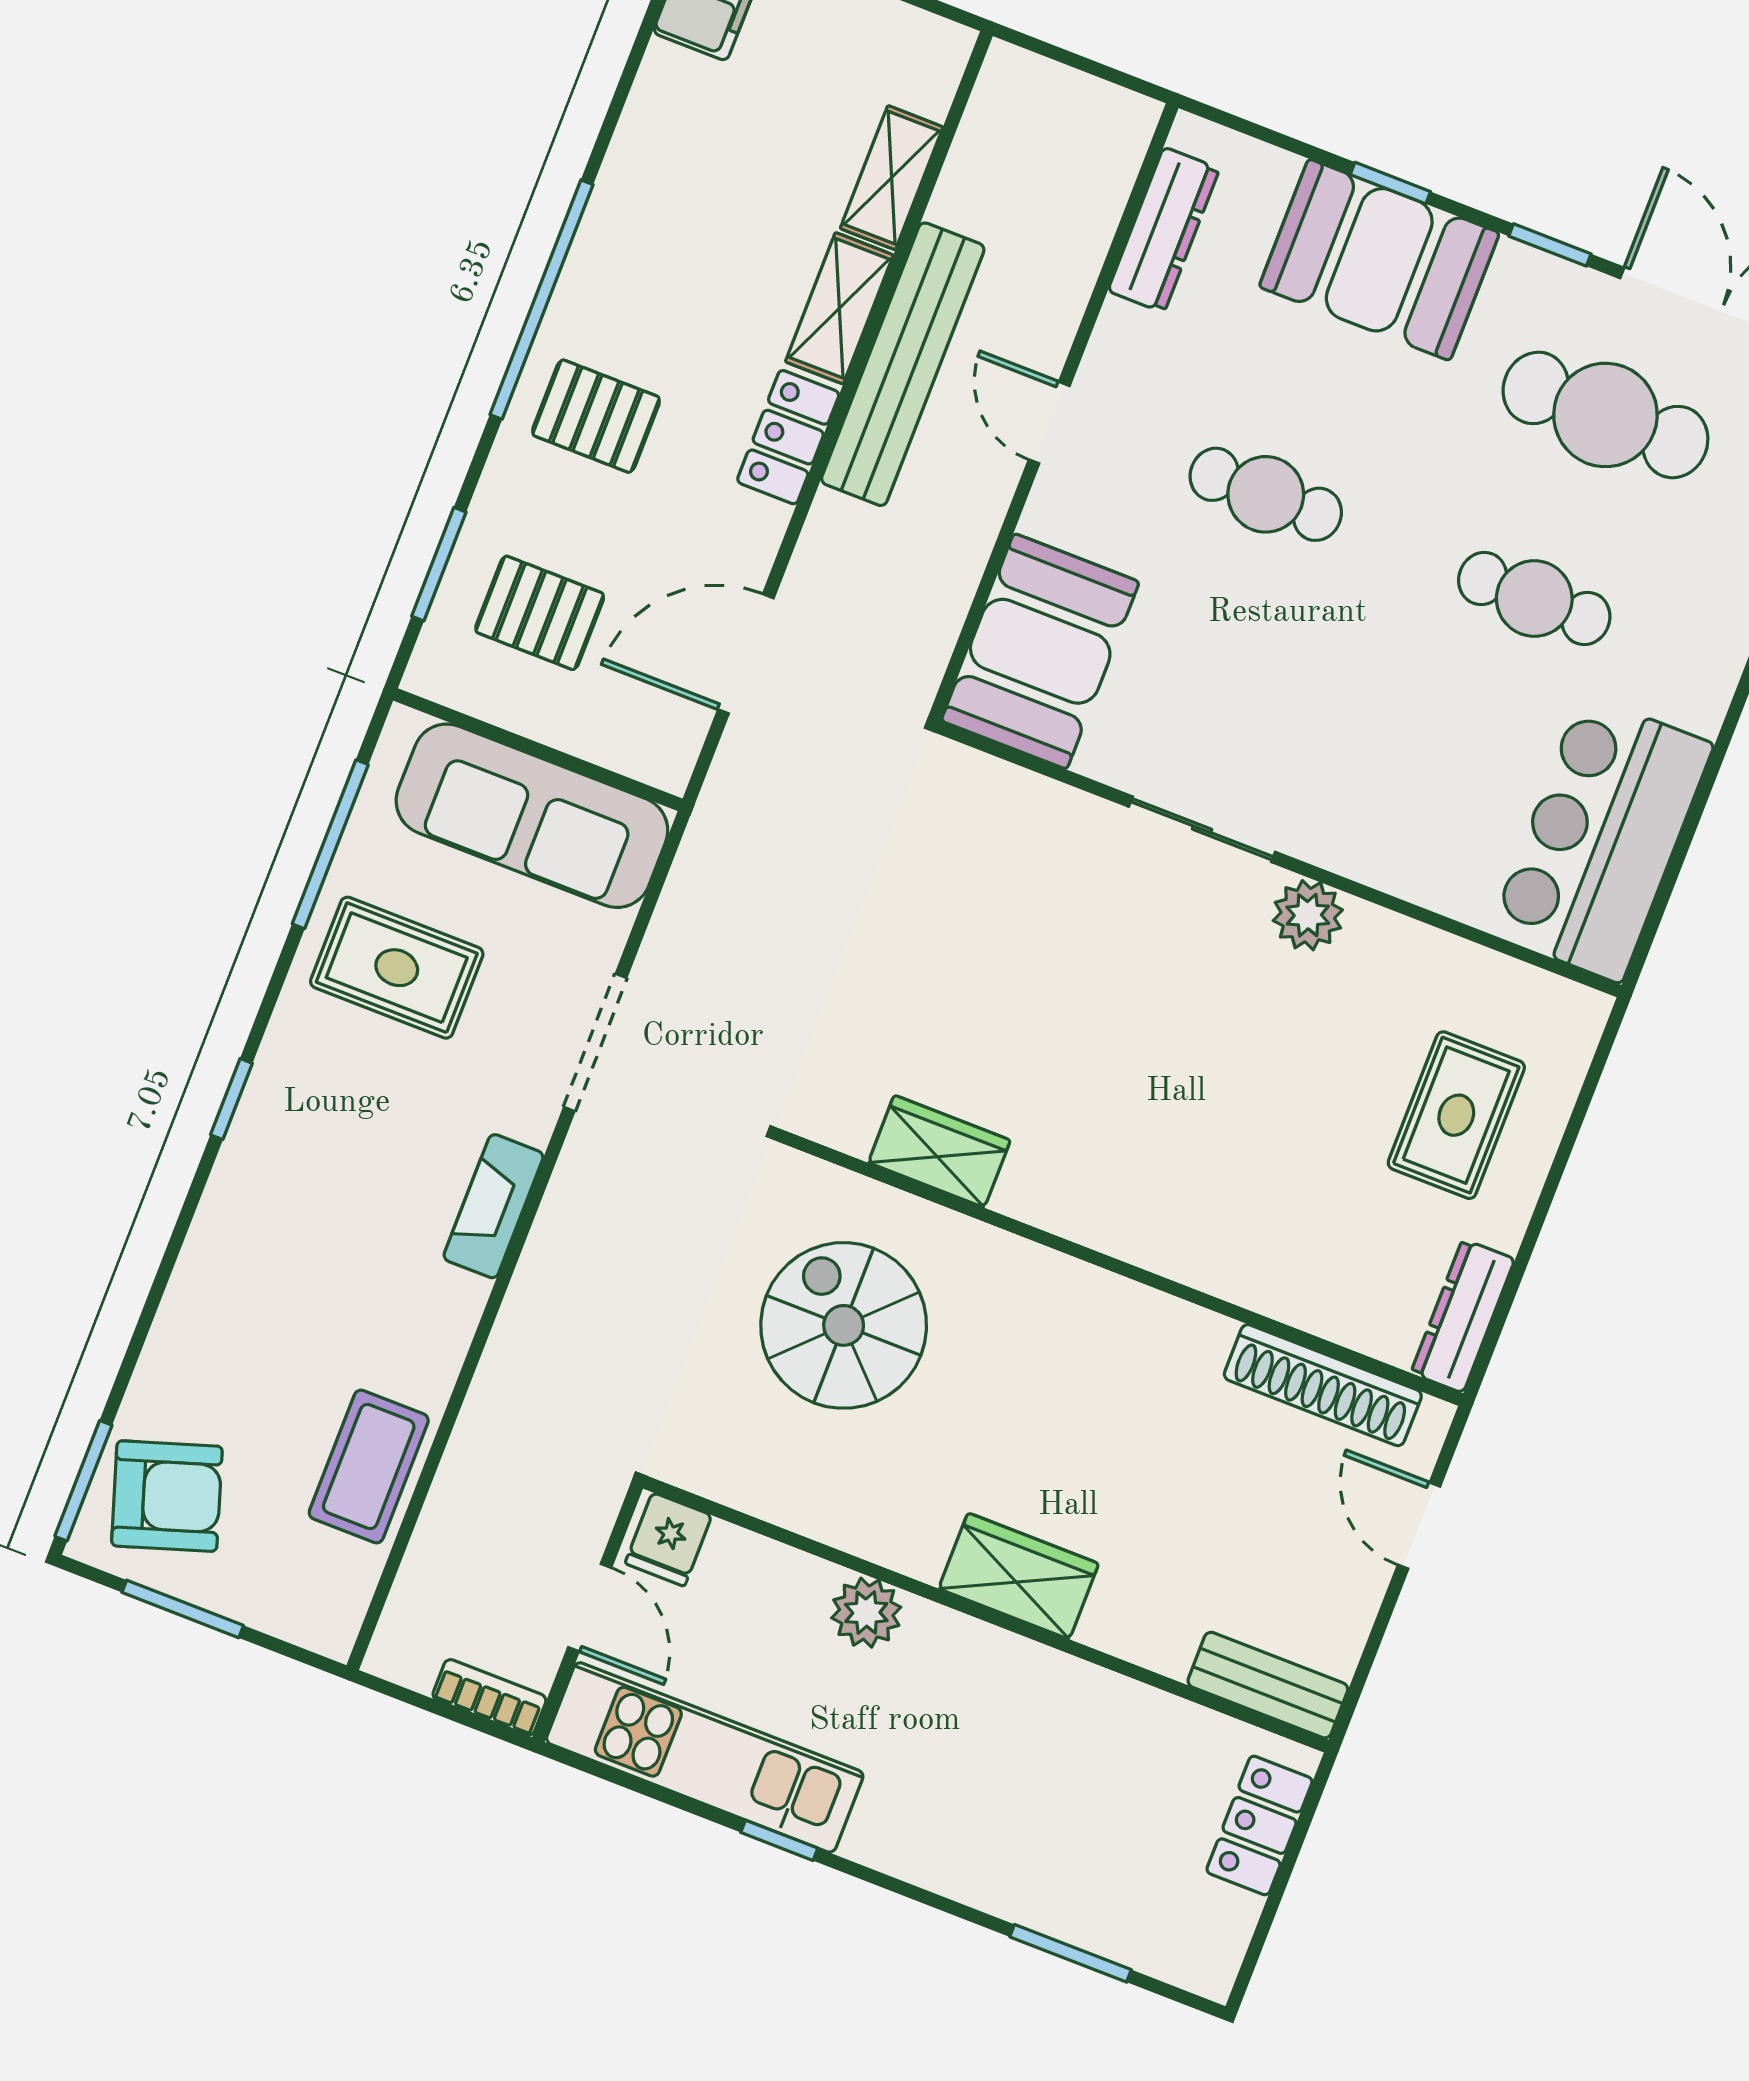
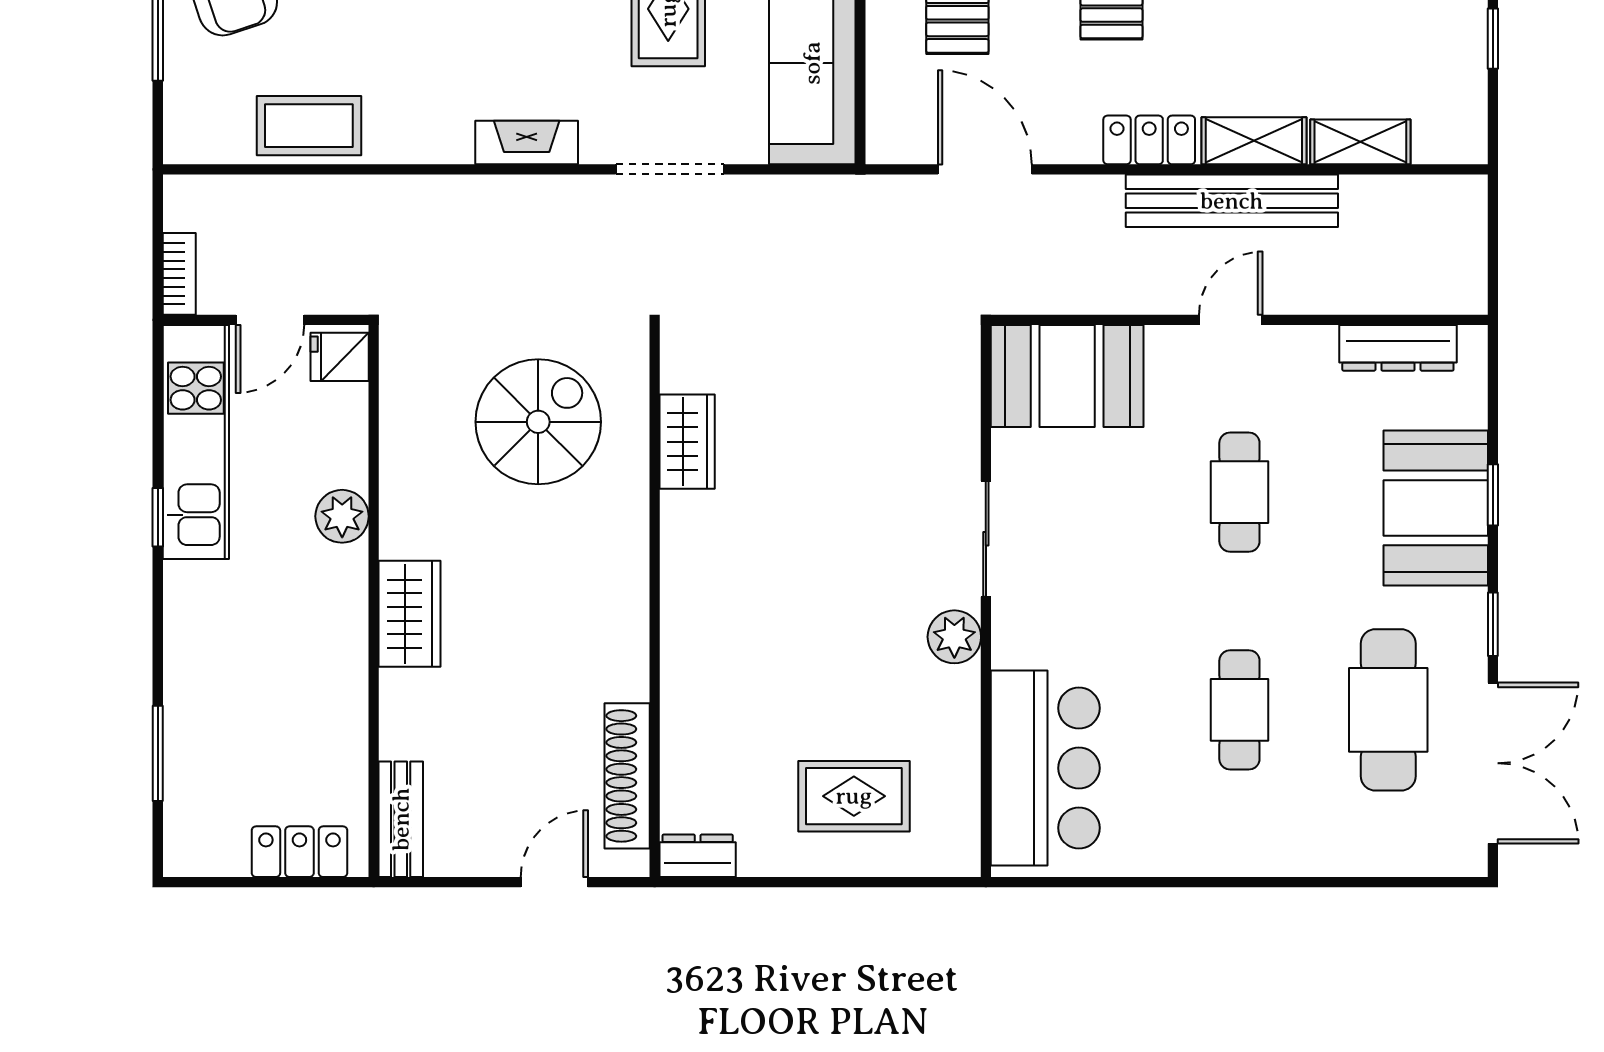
bar counter: (1601, 838) -> (1045, 768), moved, turned 90
dresser: (1463, 1316) -> (698, 856), width x0.70

